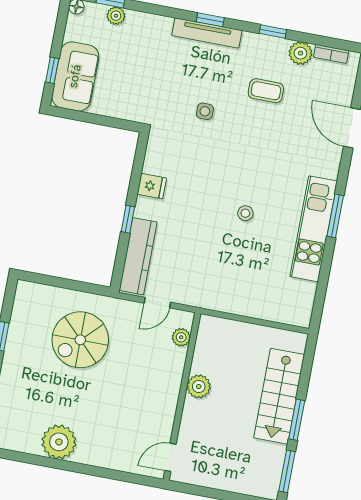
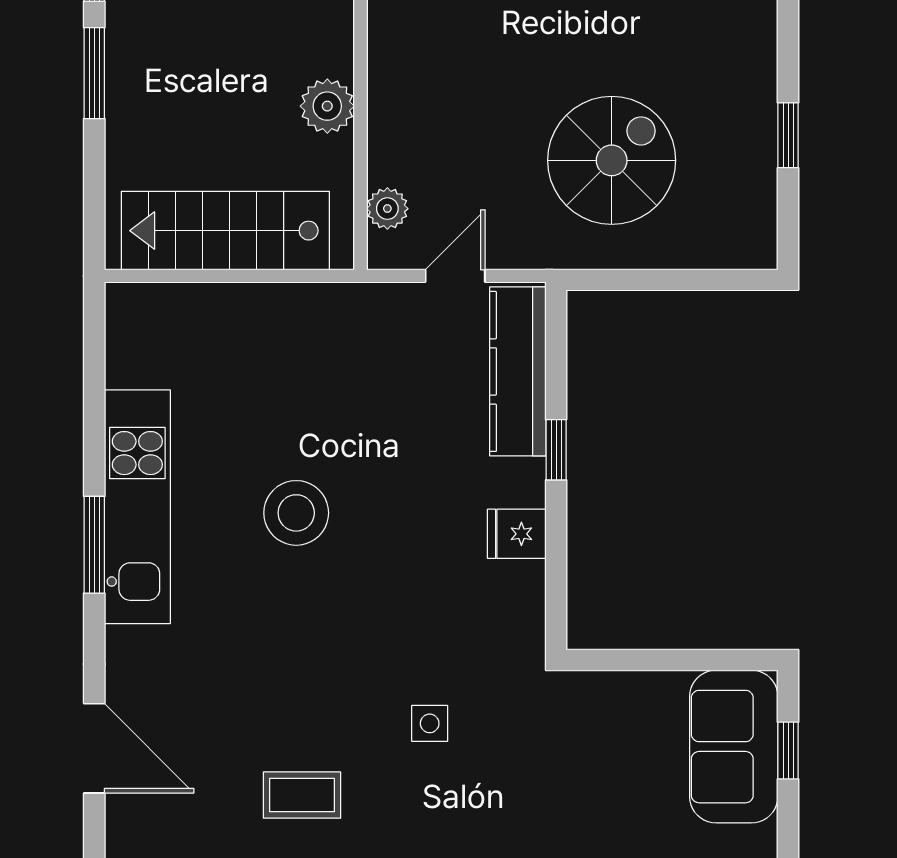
stool: (245, 213) -> (296, 513), width x1.89, depth x1.89
stairs: (279, 396) -> (225, 231), moved, turned -90

